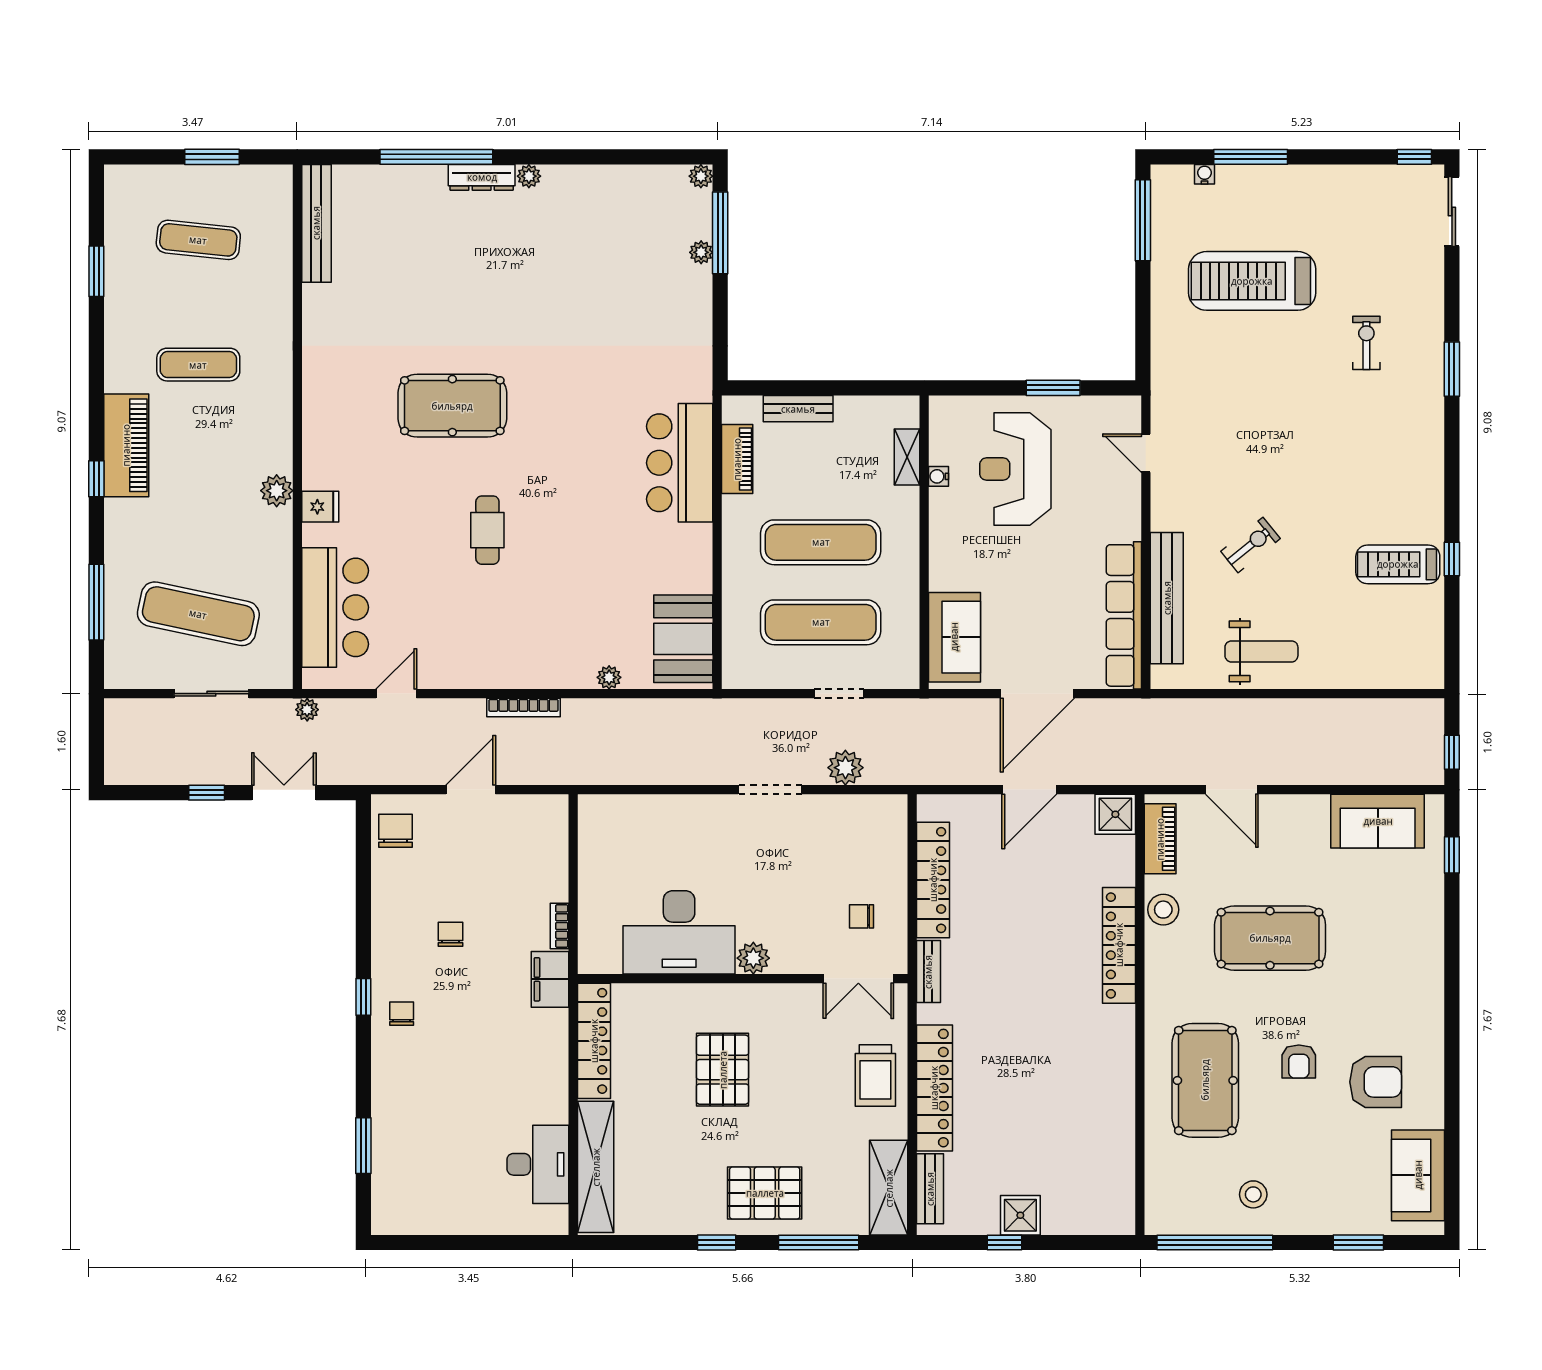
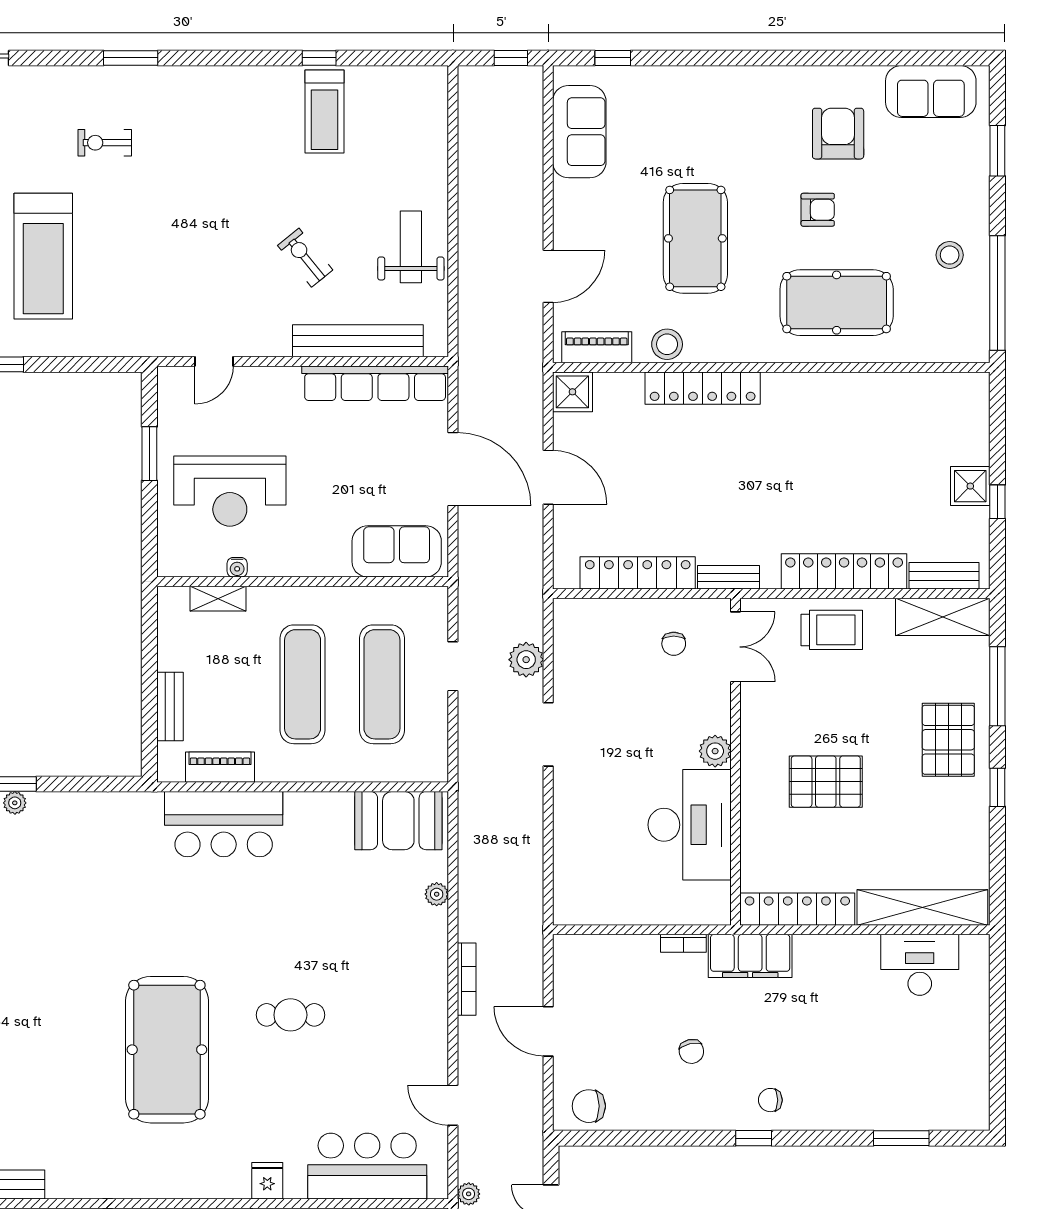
pool table: (452, 406) -> (167, 1050), width x1.36, depth x1.32
chair: (451, 934) -> (691, 1051), turned -103
filing cabinet: (550, 979) -> (750, 956), width x1.50, depth x1.17

